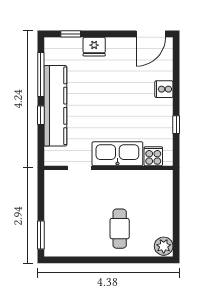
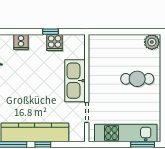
cooker: (153, 156) -> (55, 42), moved, turned -90
kitchen unit: (55, 215) -> (126, 133), added

